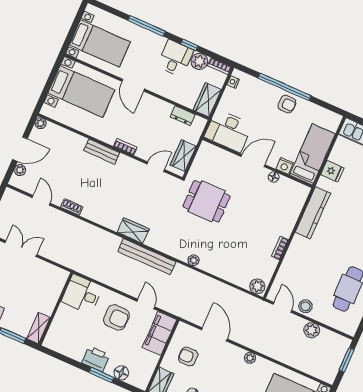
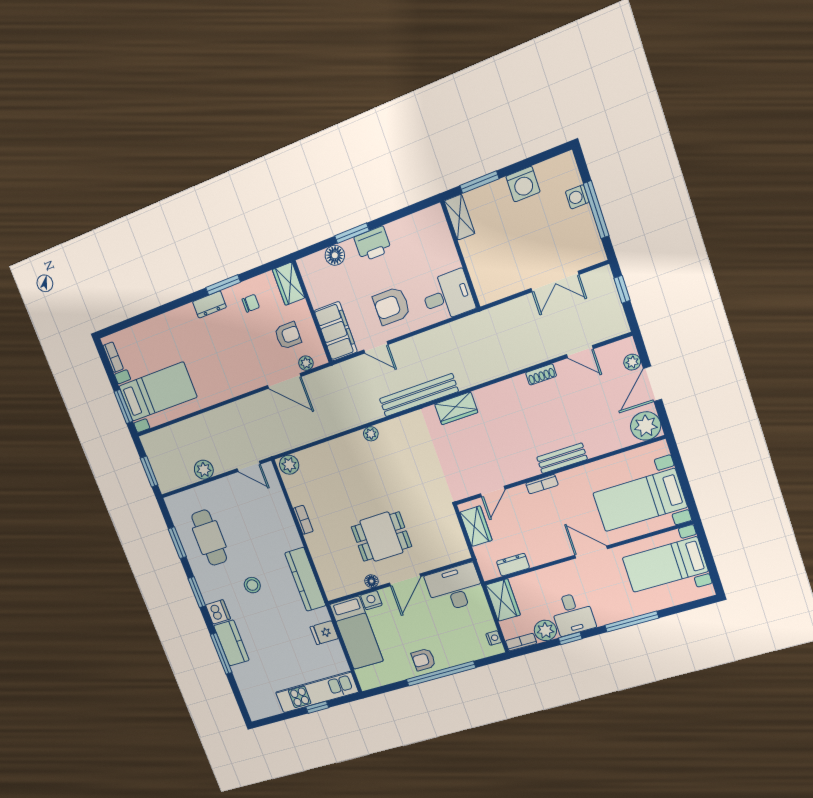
plant: (41, 123) -> (646, 426), width x1.87, depth x1.87
dining table: (206, 201) -> (381, 537), moved
stool: (305, 306) -> (252, 585), moved
plant: (250, 358) -> (306, 363), moved

